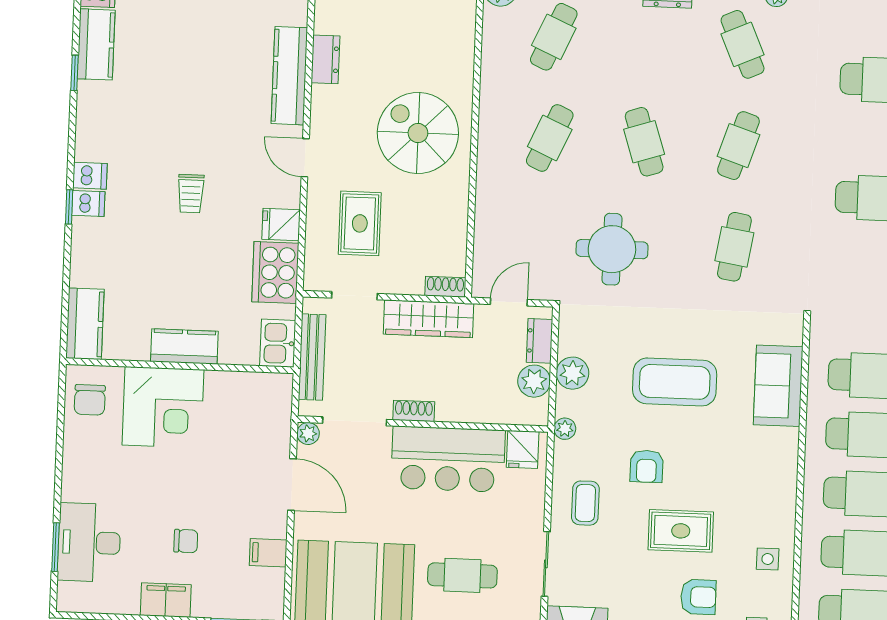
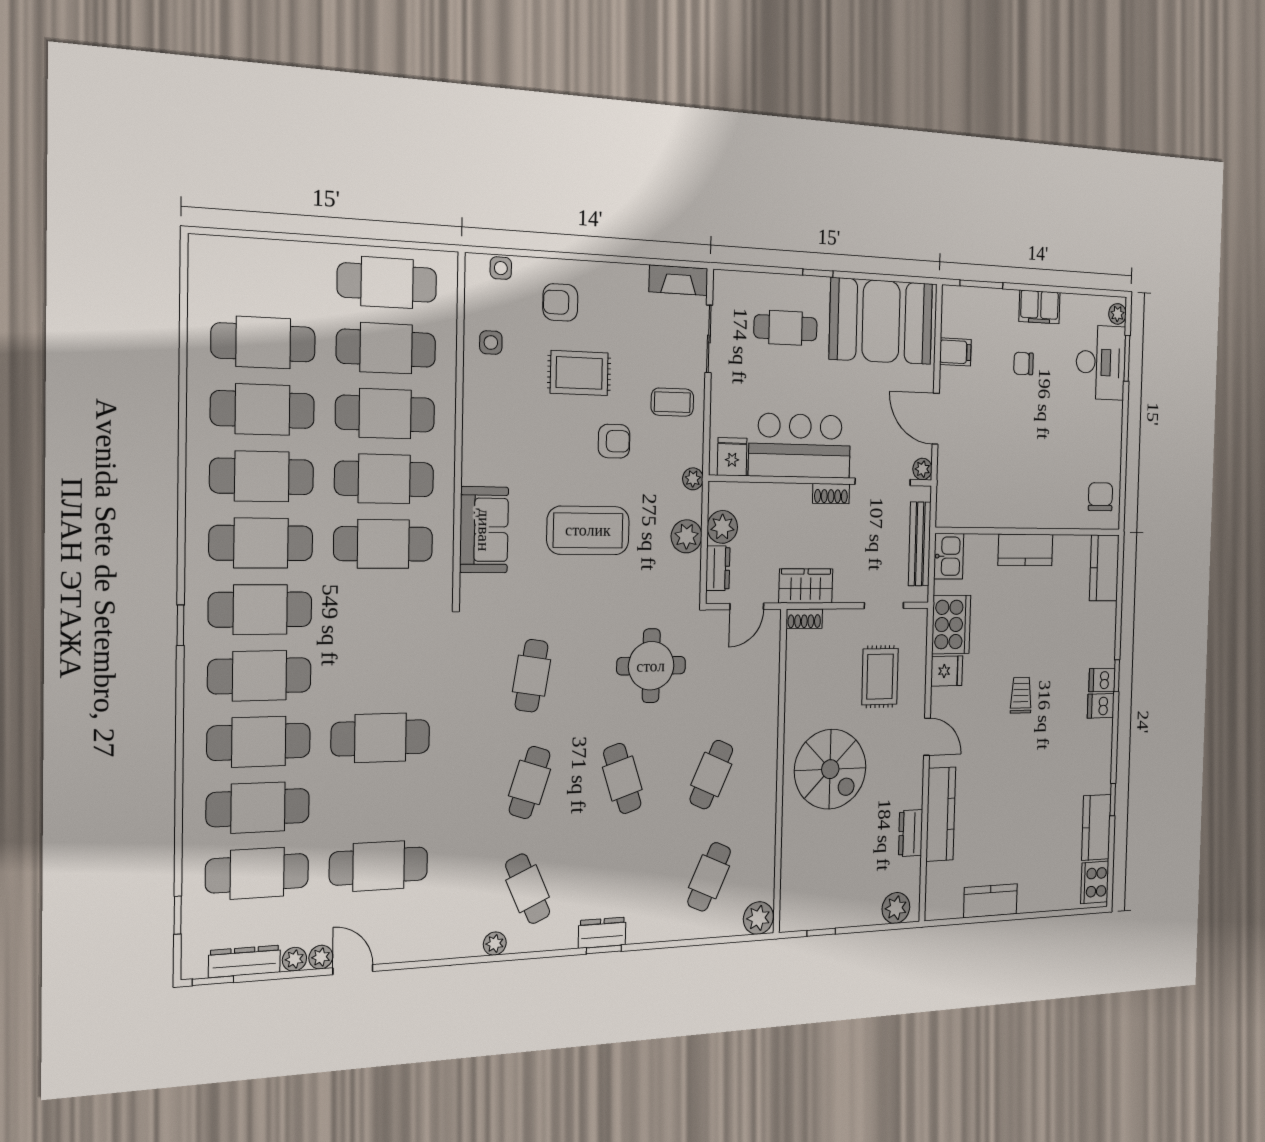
wardrobe: (428, 319) -> (806, 586), width x0.67
corner desk: (163, 407) -> (1042, 491), removed
armchair: (647, 466) -> (614, 441), turned 90
coffee table: (585, 503) -> (672, 402), turned 90
plant: (67, 594) -> (1117, 314), added

